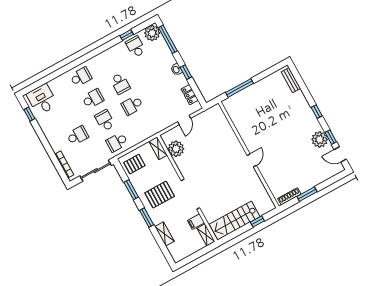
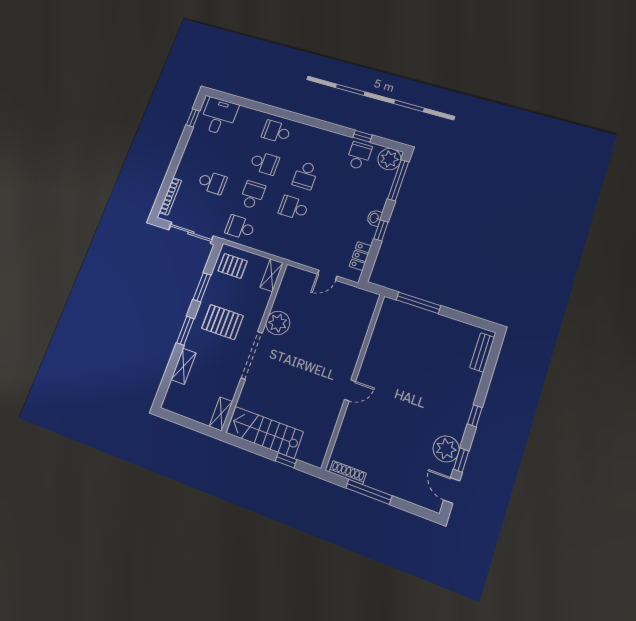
school desk: (81, 77) -> (276, 132), turned 180
plant: (176, 149) -> (278, 323), moved
window: (307, 194) -> (369, 492), width x1.44
filing cabinet: (196, 222) -> (226, 389), removed

